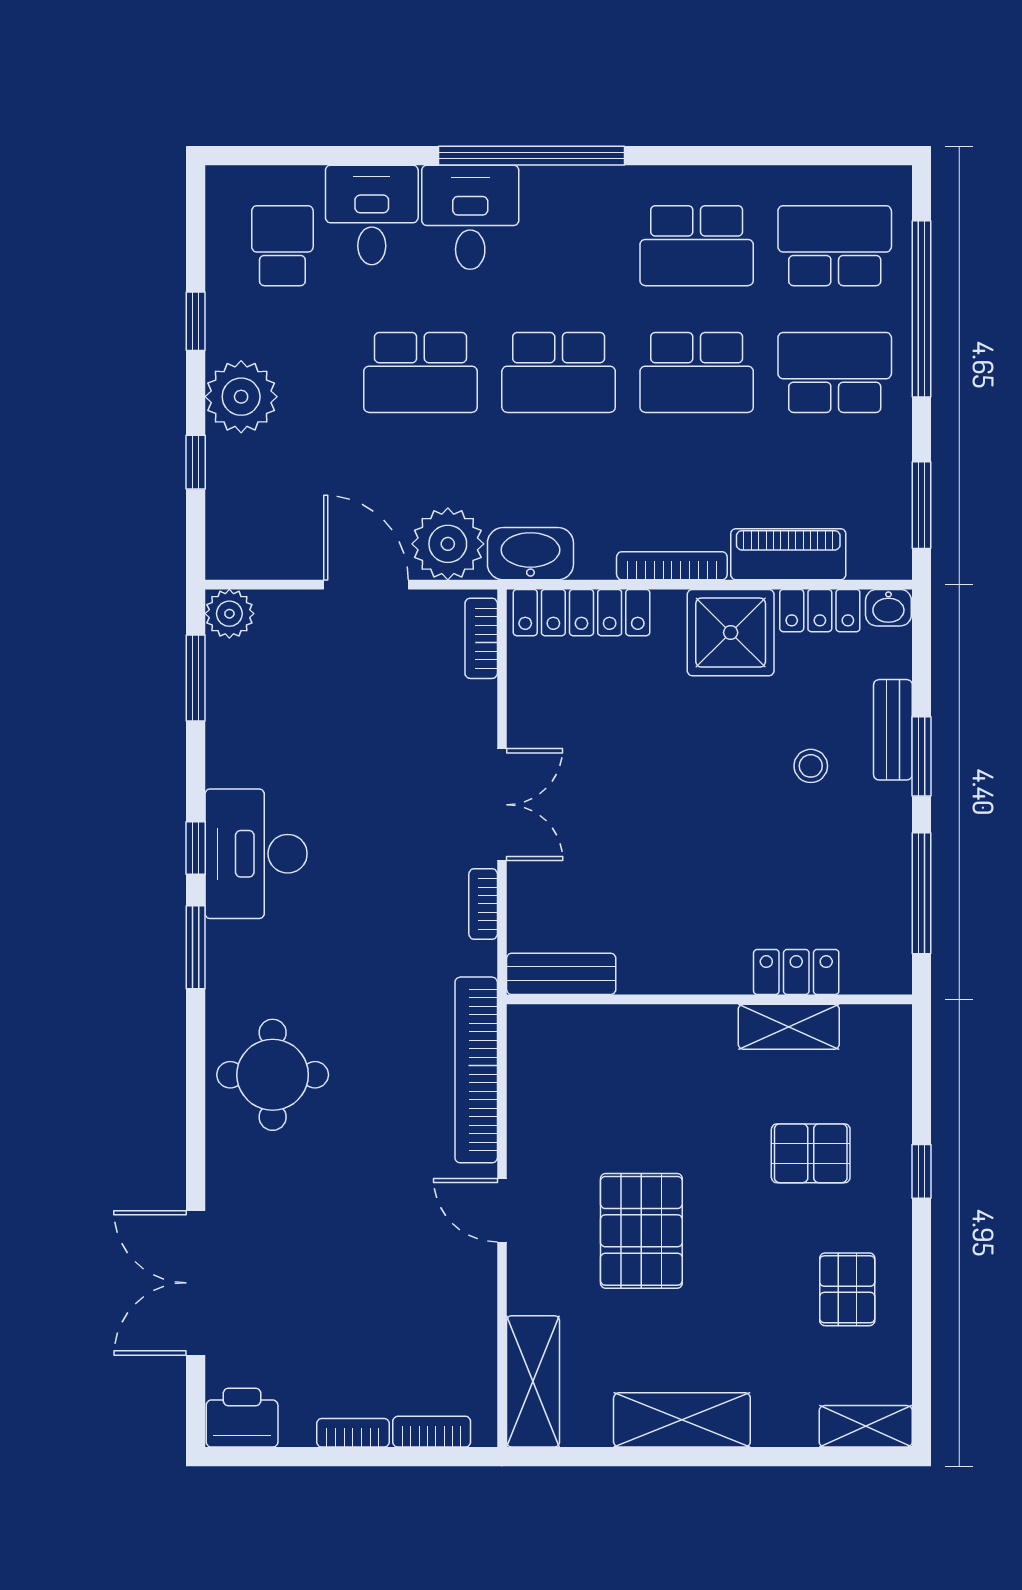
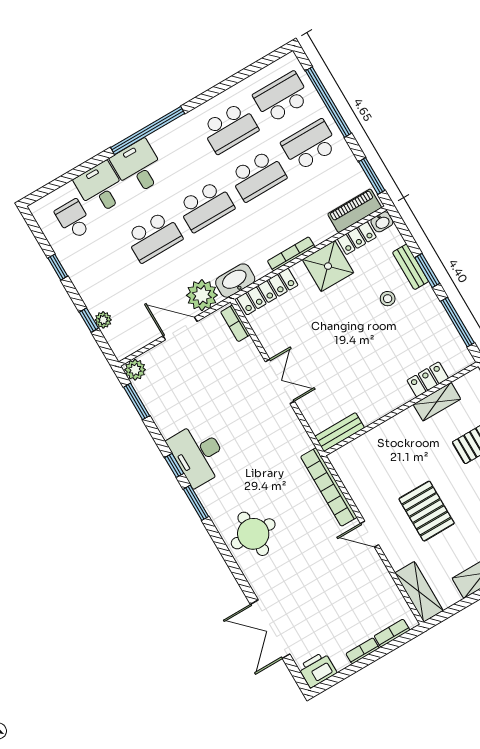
plant: (241, 397) -> (103, 320), moved, width x0.53, depth x0.53
piano: (788, 554) -> (355, 211), moved
bookcase: (483, 904) -> (295, 423), removed

